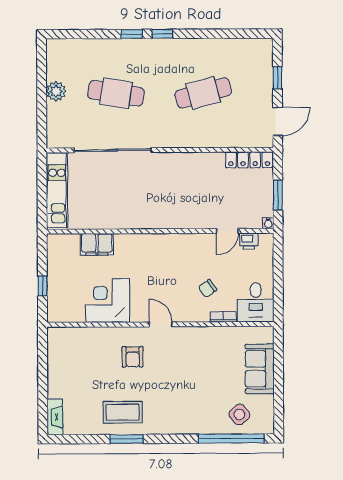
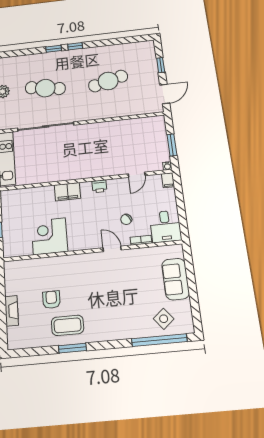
locker: (249, 160) -> (147, 122), removed
printer: (249, 241) -> (99, 186), moved
filing cabinet: (266, 243) -> (168, 180), added
filing cabinet: (97, 244) -> (67, 192), moved
door: (161, 324) -> (112, 249), moved
armchair: (133, 357) -> (51, 300), moved, turned 180
fireplace: (55, 417) -> (12, 311), moved

